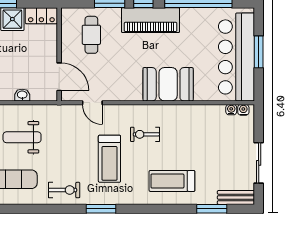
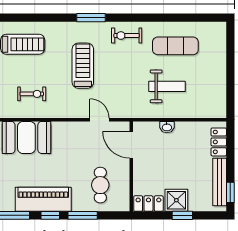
exercise bike: (145, 134) -> (32, 94), moved

